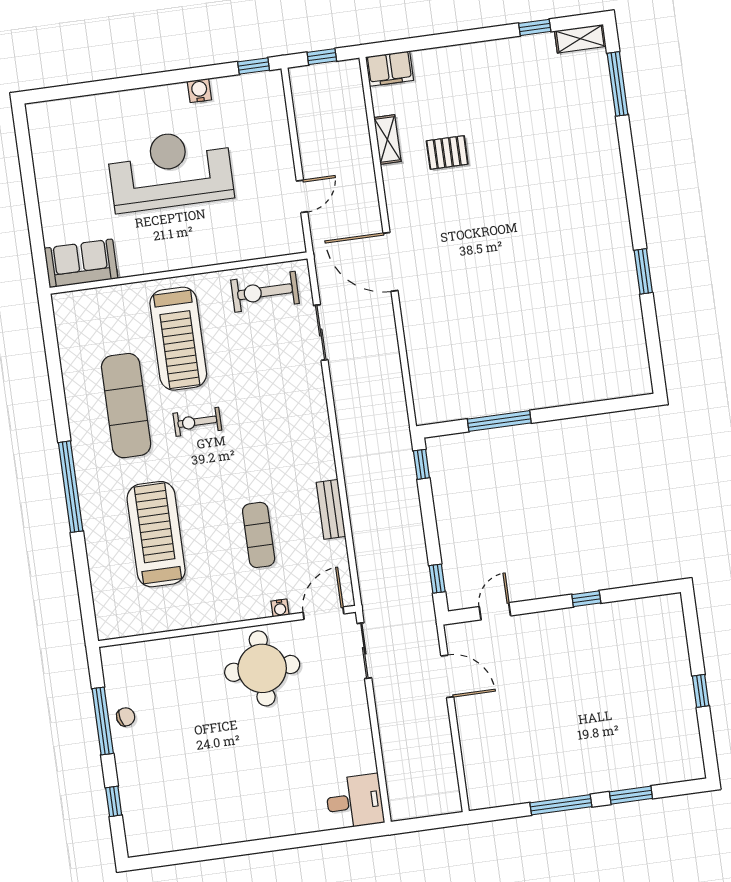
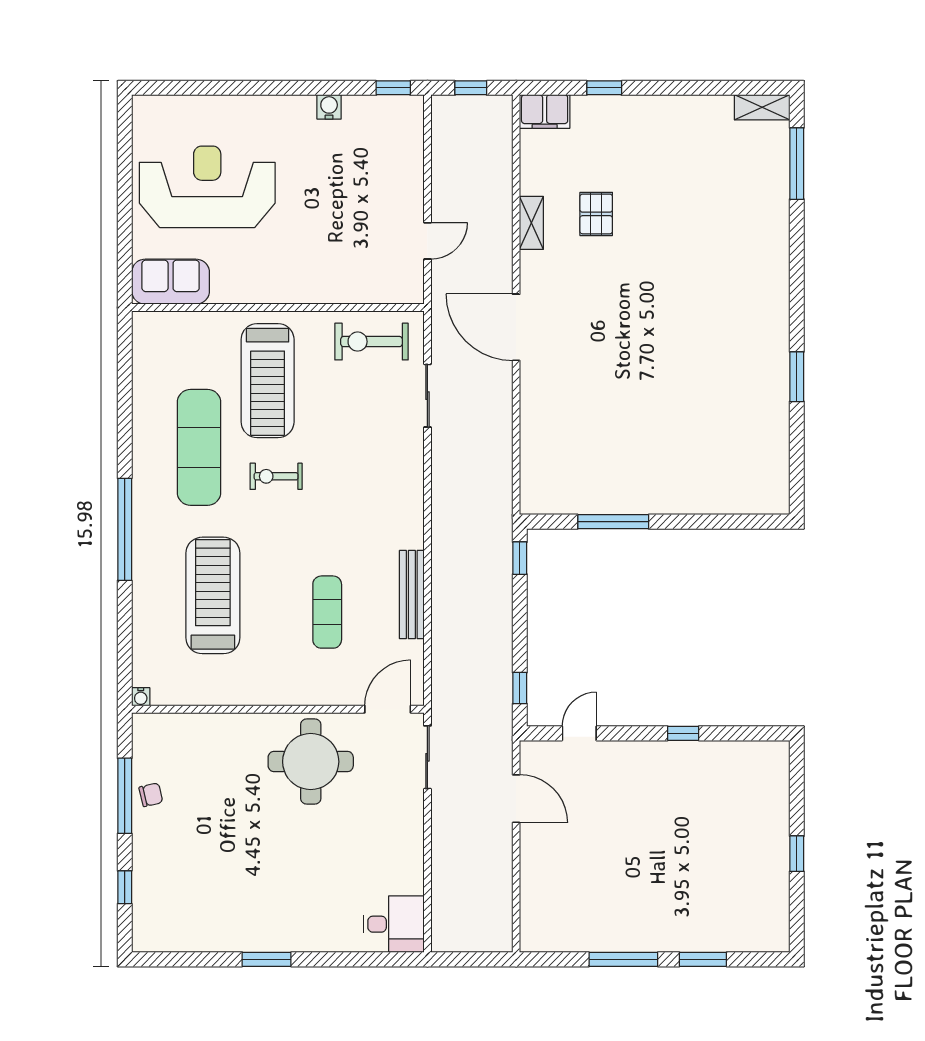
window: (535, 27) -> (604, 88), moved
shelving: (387, 139) -> (531, 223), moved
pallet: (447, 152) -> (596, 214), turned 90
reception desk: (170, 170) -> (207, 187), moved
bench: (331, 509) -> (412, 595), width x1.36
water cooler: (280, 608) -> (141, 697), moved
window: (247, 848) -> (267, 959), added

